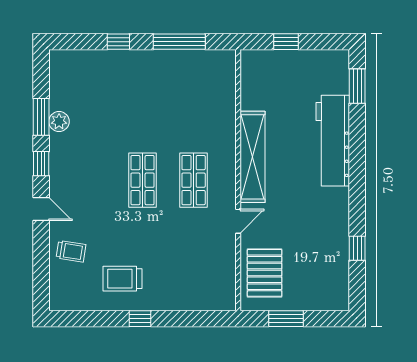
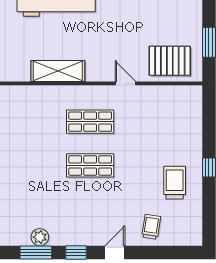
shelving: (253, 157) -> (58, 71), width x0.68
trolley: (122, 279) -> (175, 183), turned 180

